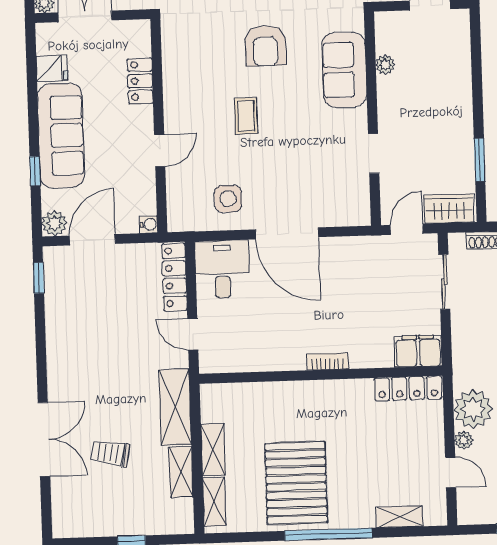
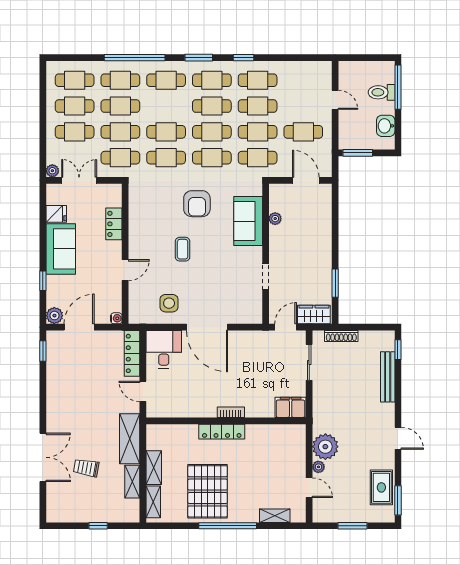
sofa: (61, 136) -> (61, 249), width x0.73
locker: (408, 388) -> (222, 432), moved

